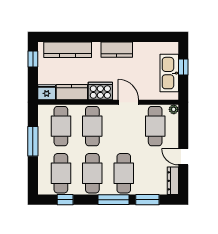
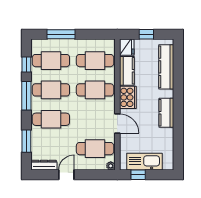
window: (33, 59) -> (146, 34), moved
window: (183, 67) -> (138, 175), moved
door: (128, 102) -> (117, 124), hinge flipped
window: (33, 141) -> (61, 34), moved
window: (114, 200) -> (26, 96), moved

